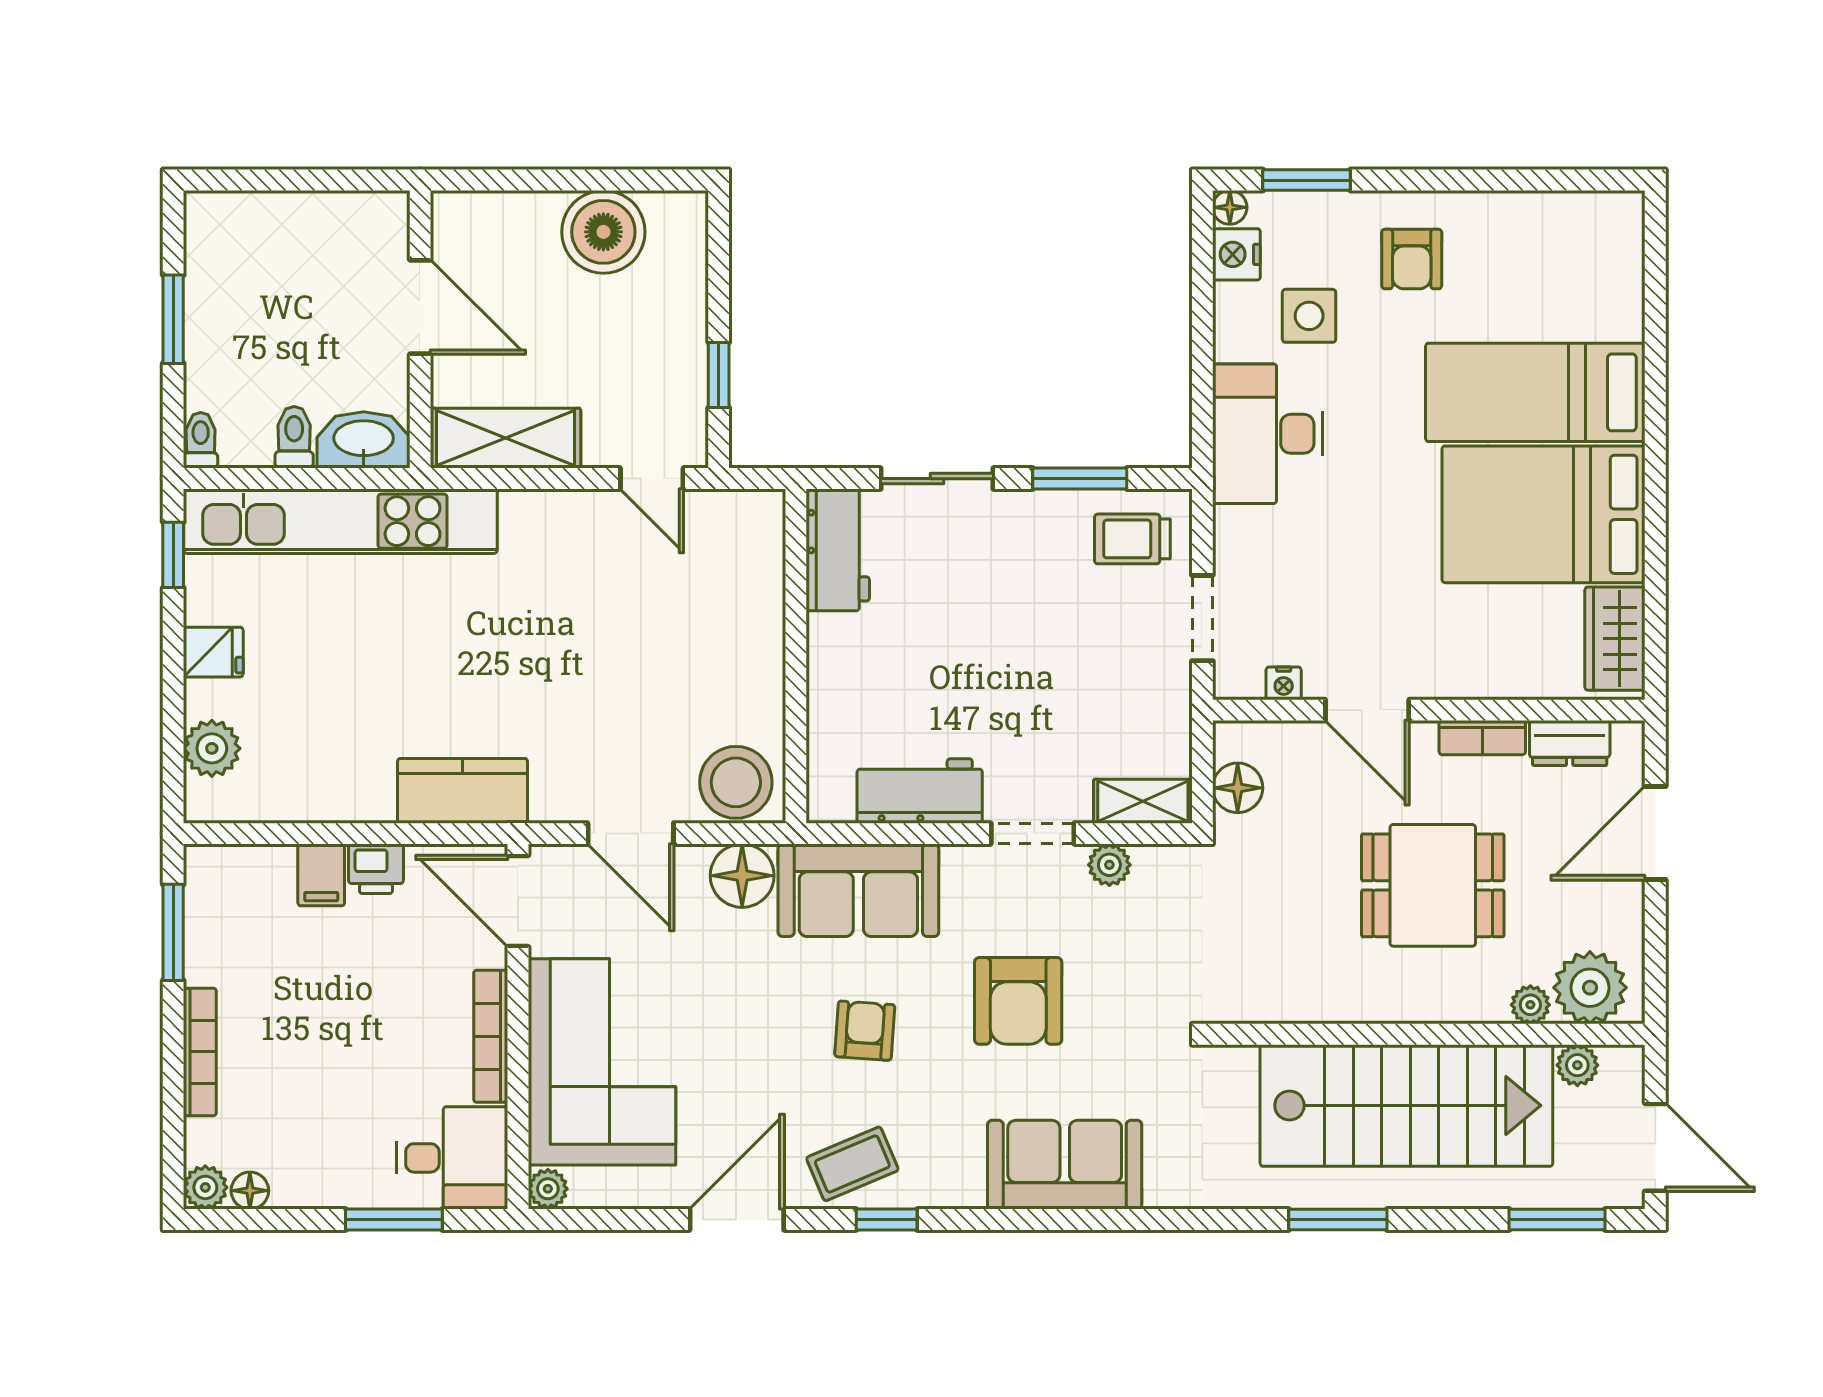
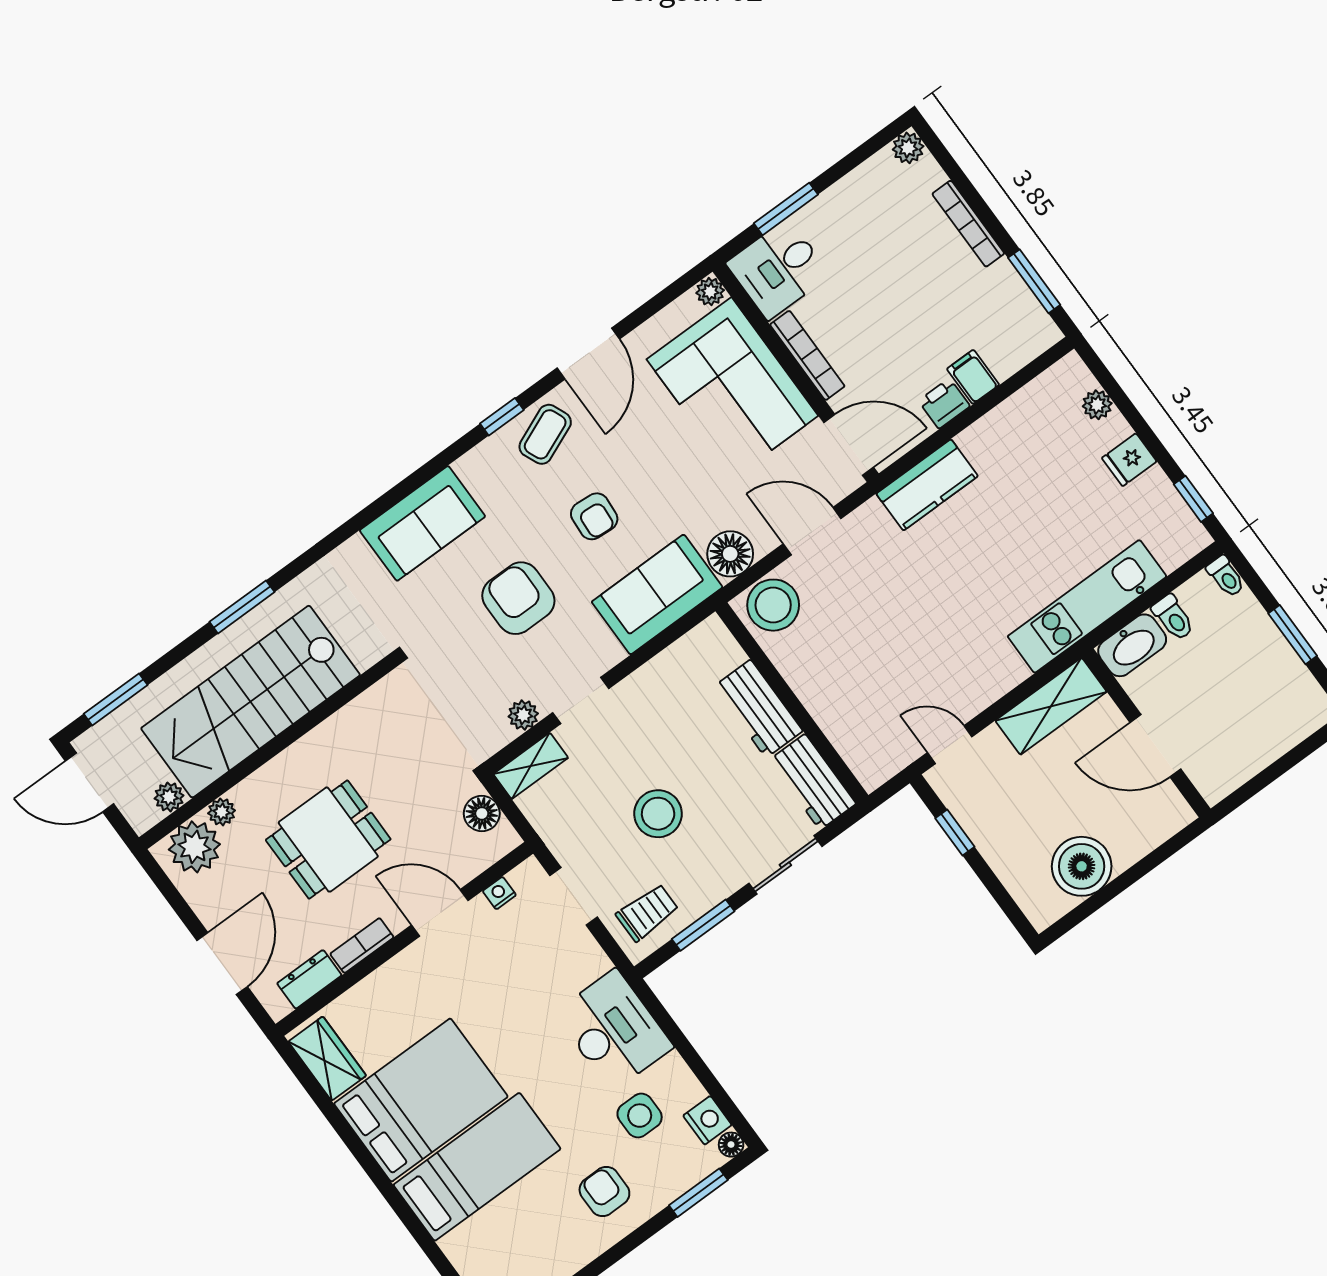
kitchen unit: (341, 521) -> (1087, 606), width x0.73
stool: (1039, 642) -> (658, 814), added
plant: (212, 748) -> (1097, 405), width x0.73, depth x0.73
workbench: (920, 791) -> (758, 709), moved, turned 90
floor lamp: (250, 1191) -> (881, 165), removed

